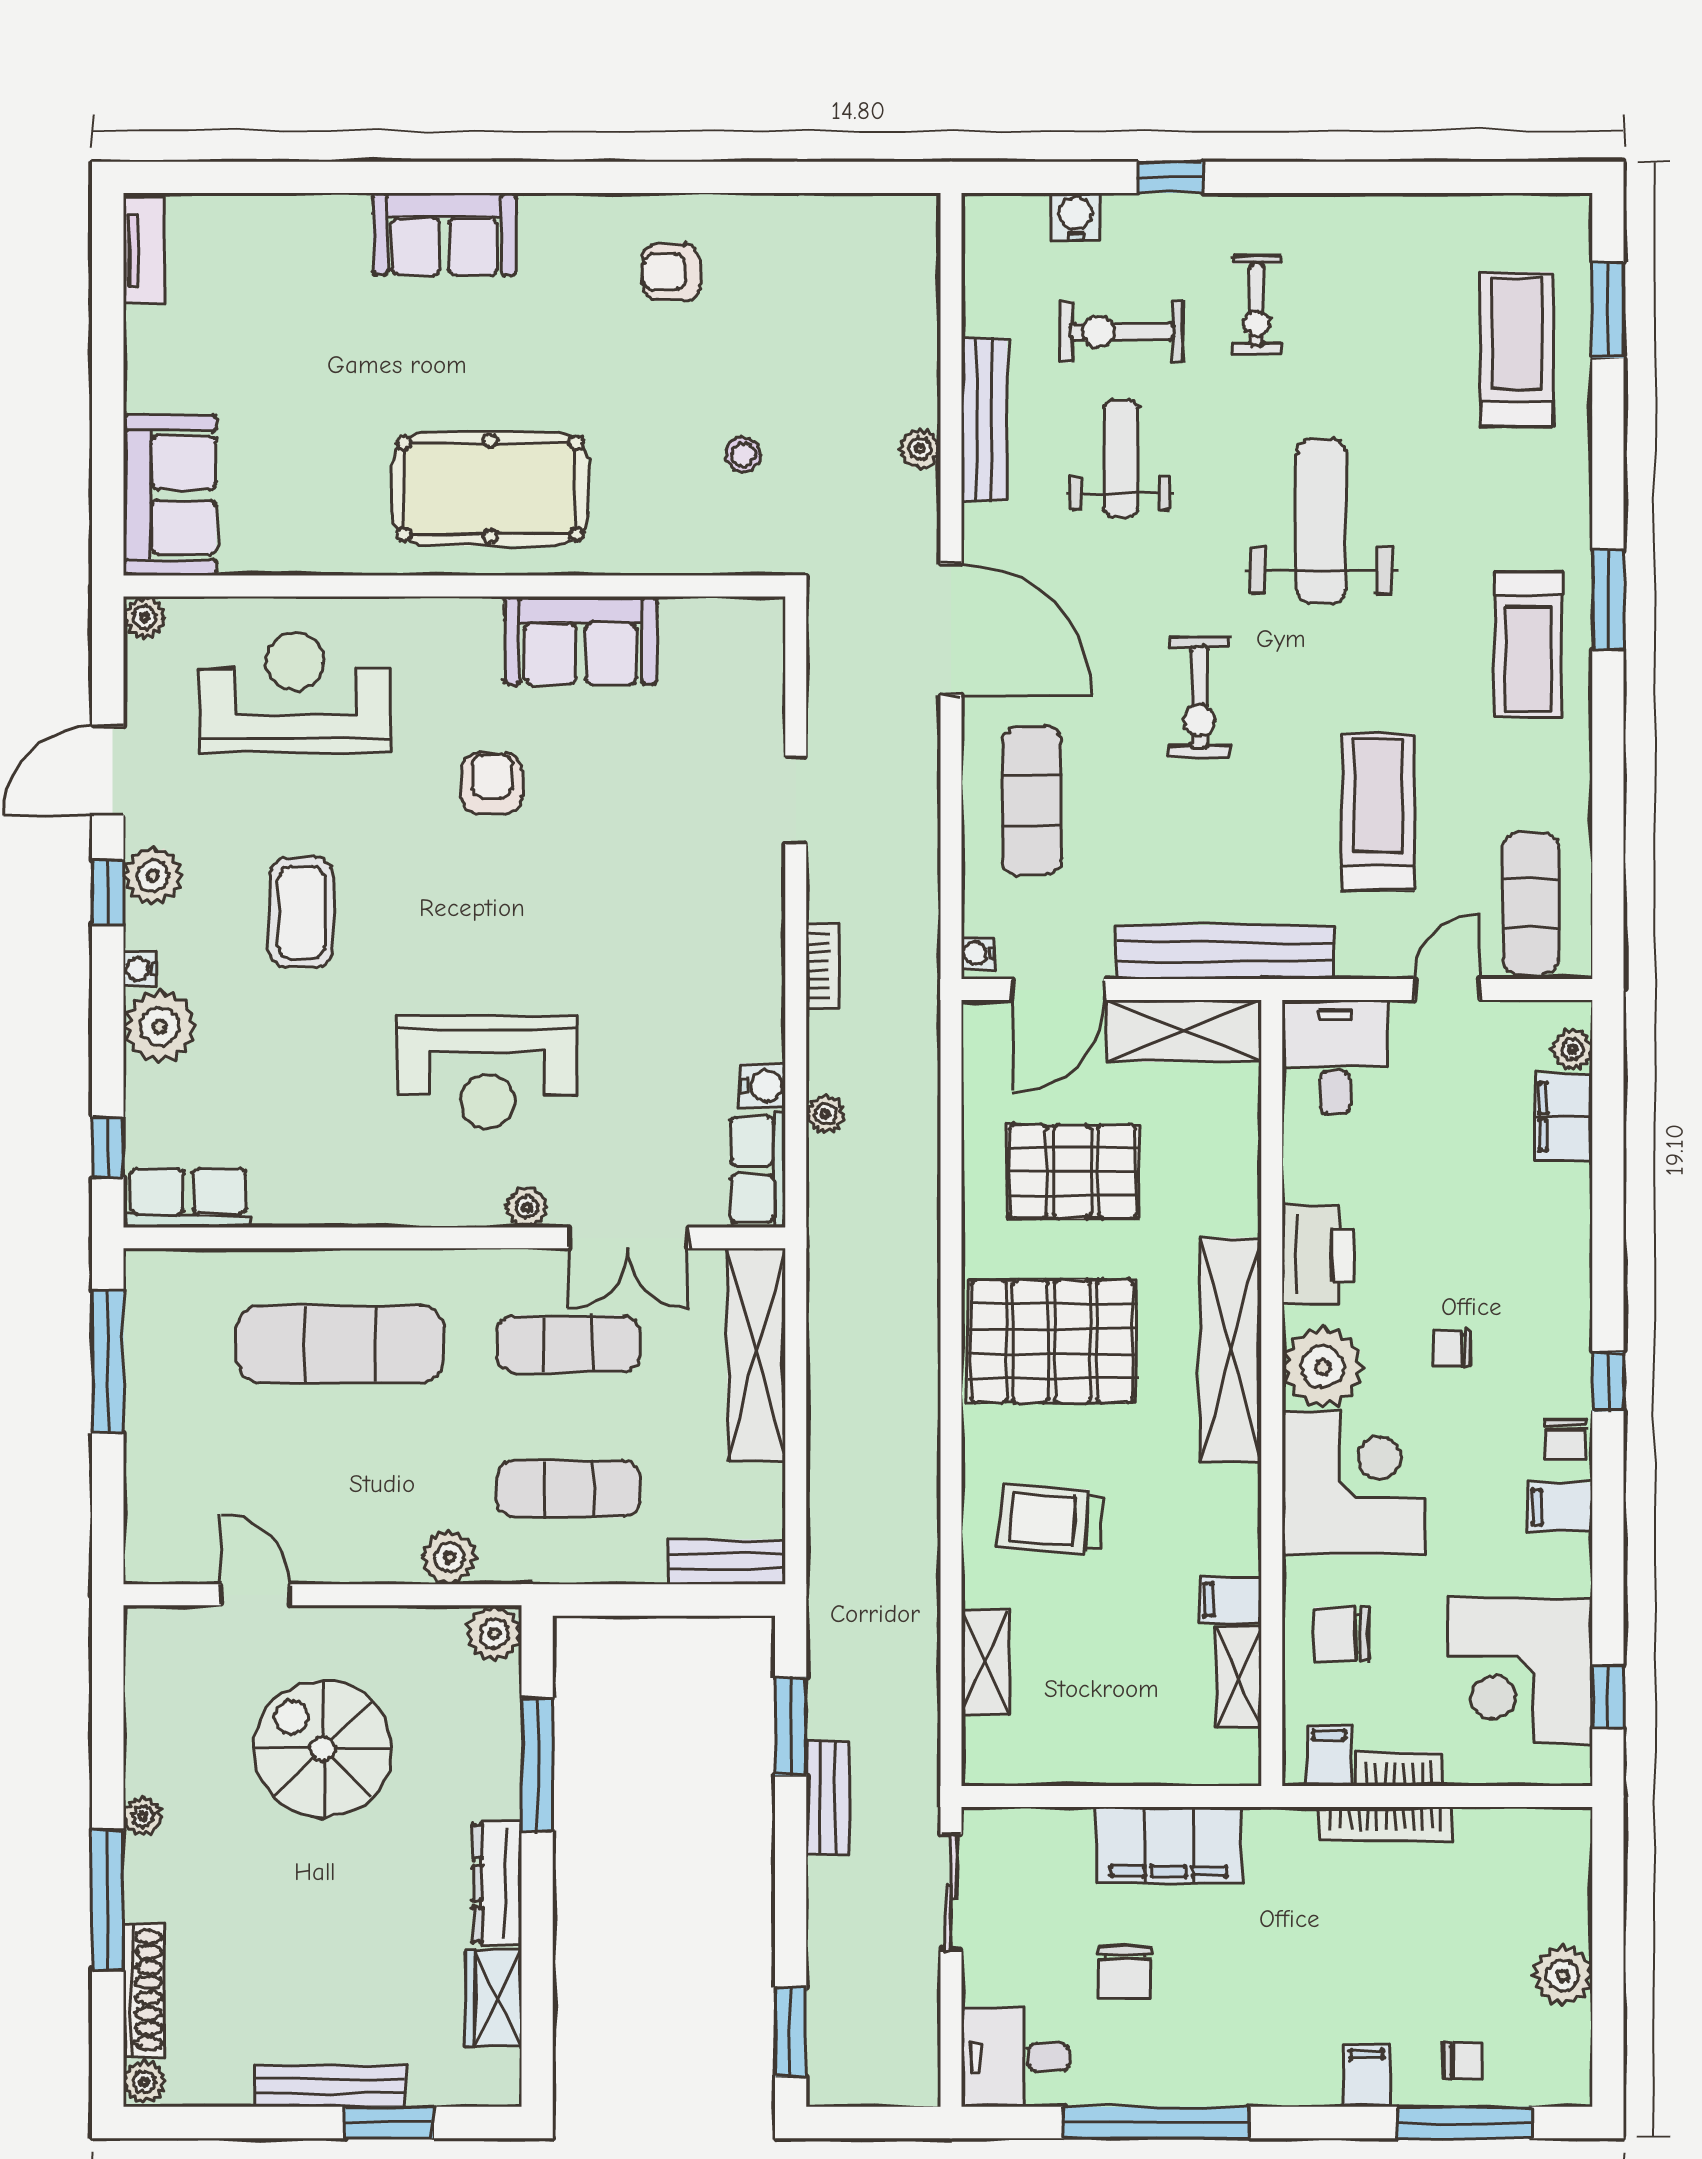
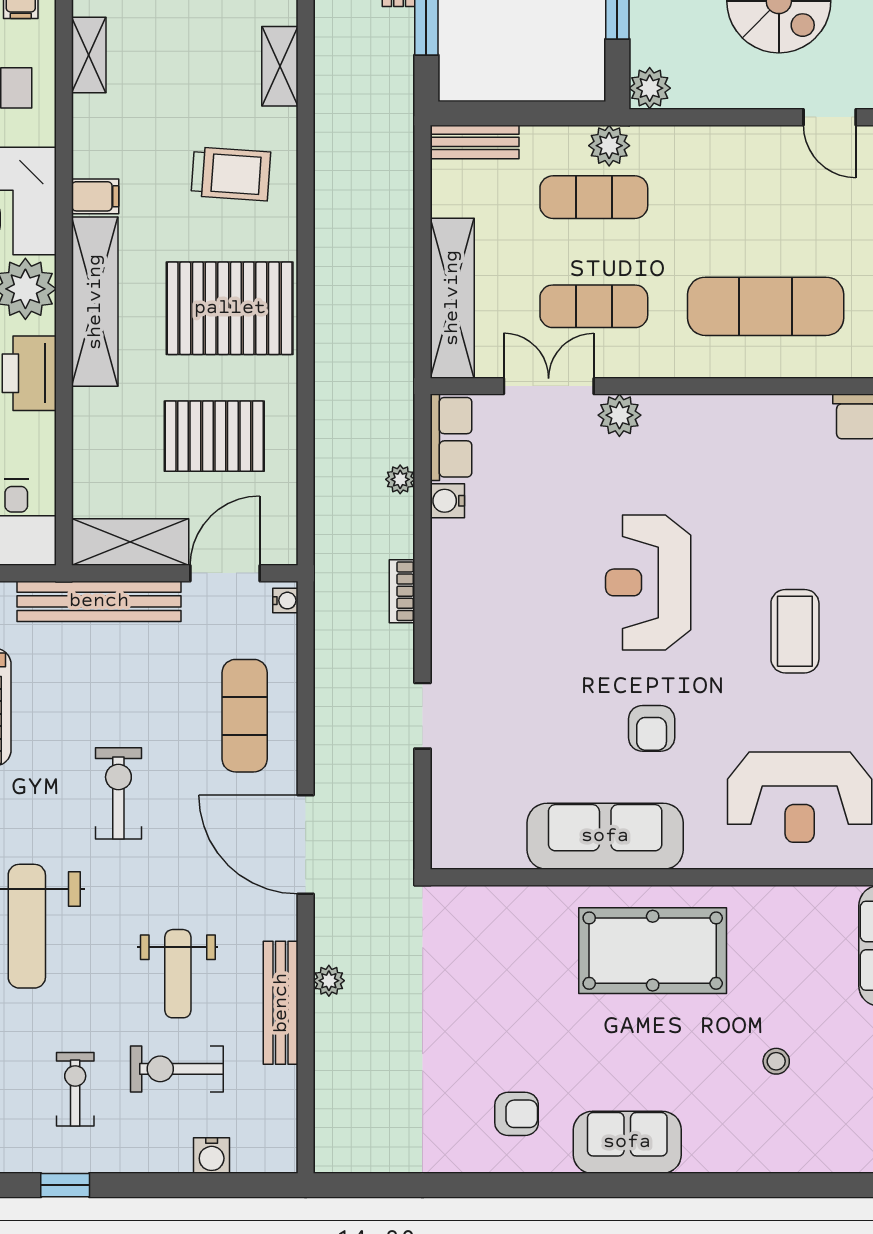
window: (1170, 177) -> (65, 1185), moved
sofa: (444, 234) -> (627, 1142), moved
exercise bike: (1122, 332) -> (177, 1069), turned 180
stool: (743, 455) -> (776, 1061), moved
sofa: (581, 640) -> (605, 836), width x1.36
reception desk: (487, 1072) -> (648, 582), moved, turned -90
plant: (527, 1207) -> (619, 415), width x1.38, depth x1.38
plant: (449, 1557) -> (609, 146), moved
filing cabinet: (1230, 1600) -> (95, 196), moved

